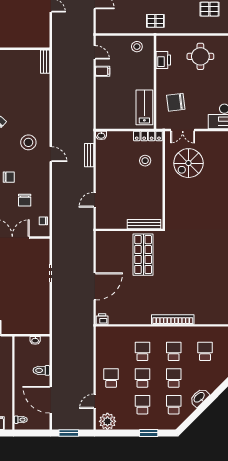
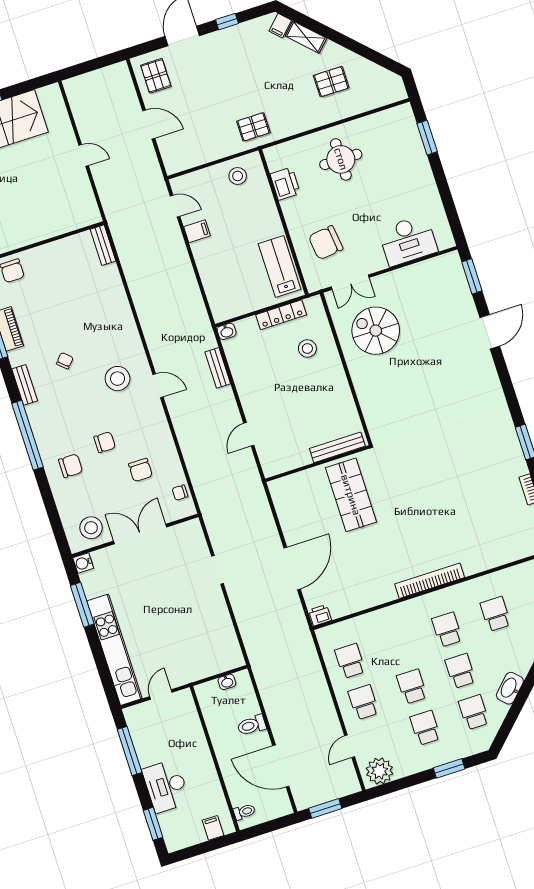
locker: (148, 136) -> (281, 315), moved
spiral stairs: (188, 163) -> (376, 331), turned 90
school desk: (142, 351) -> (350, 661), moved

